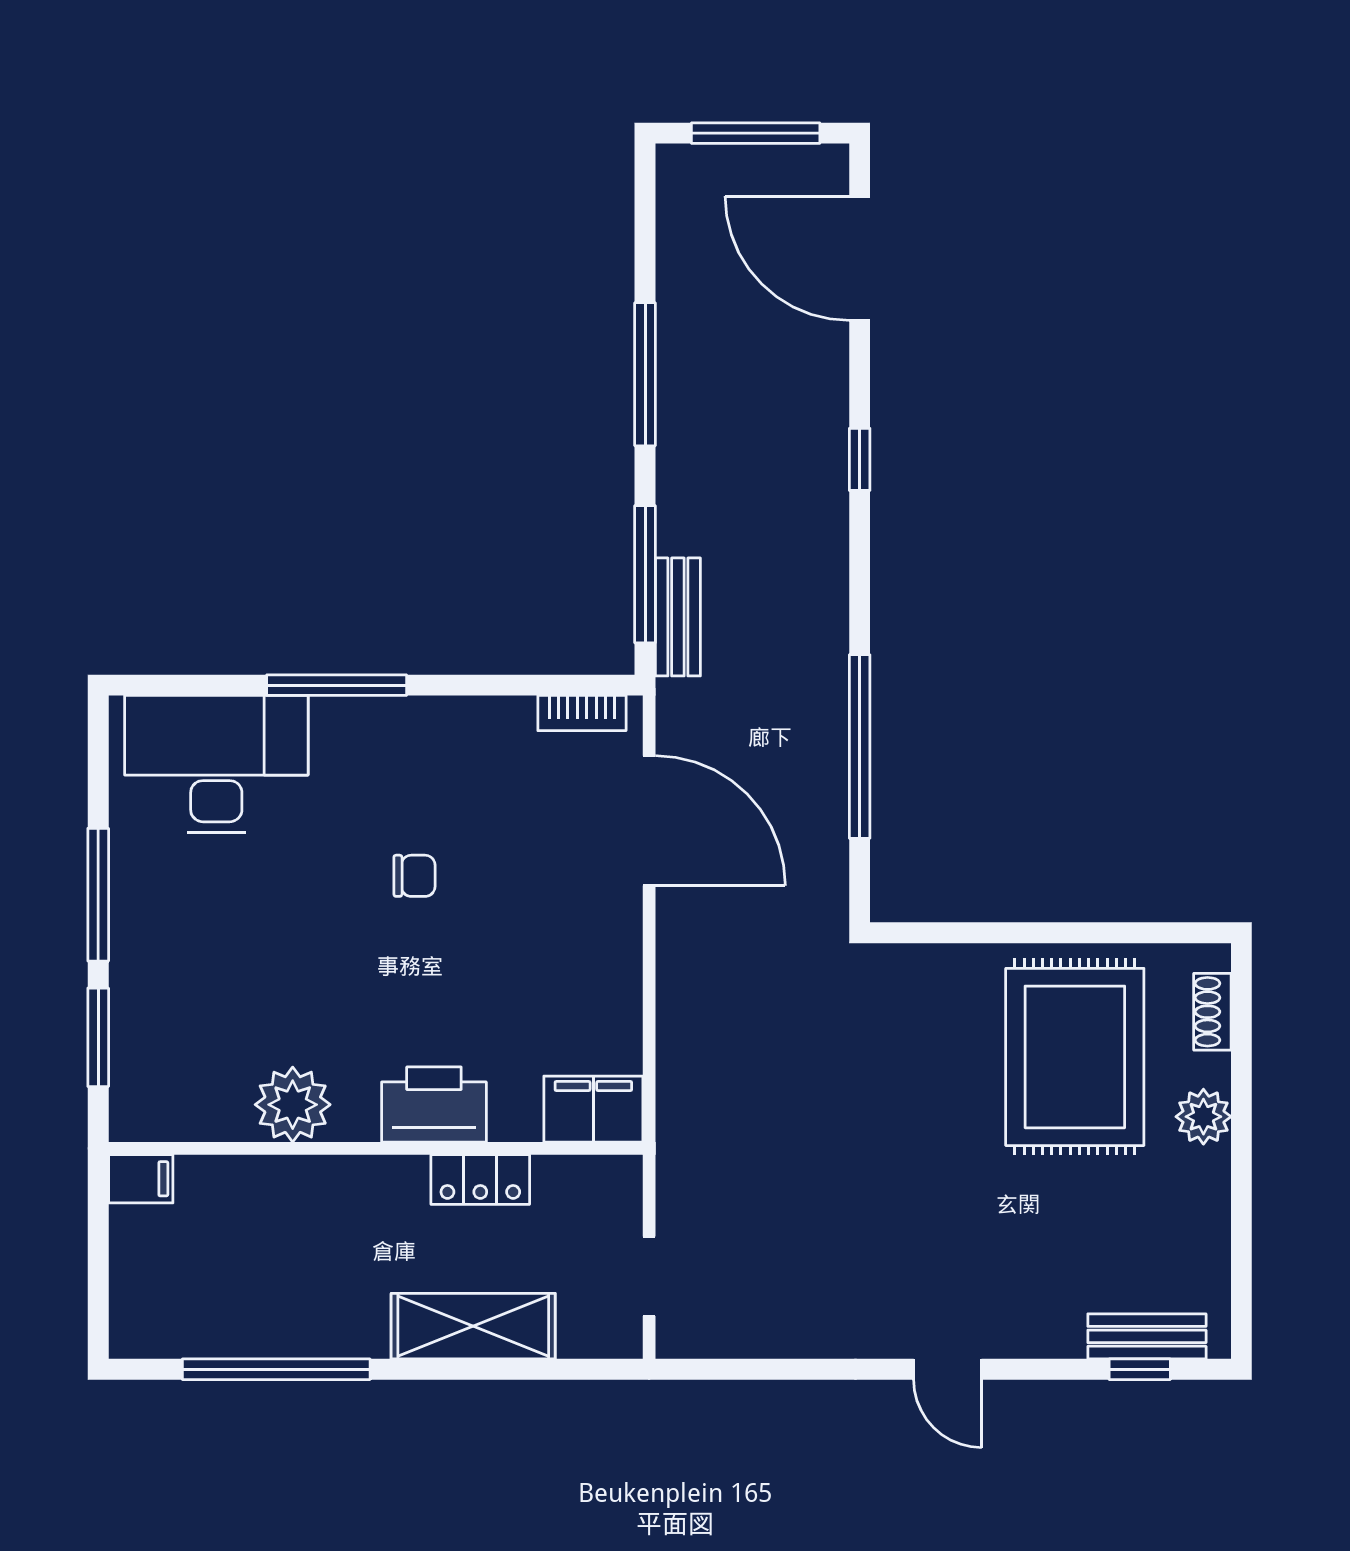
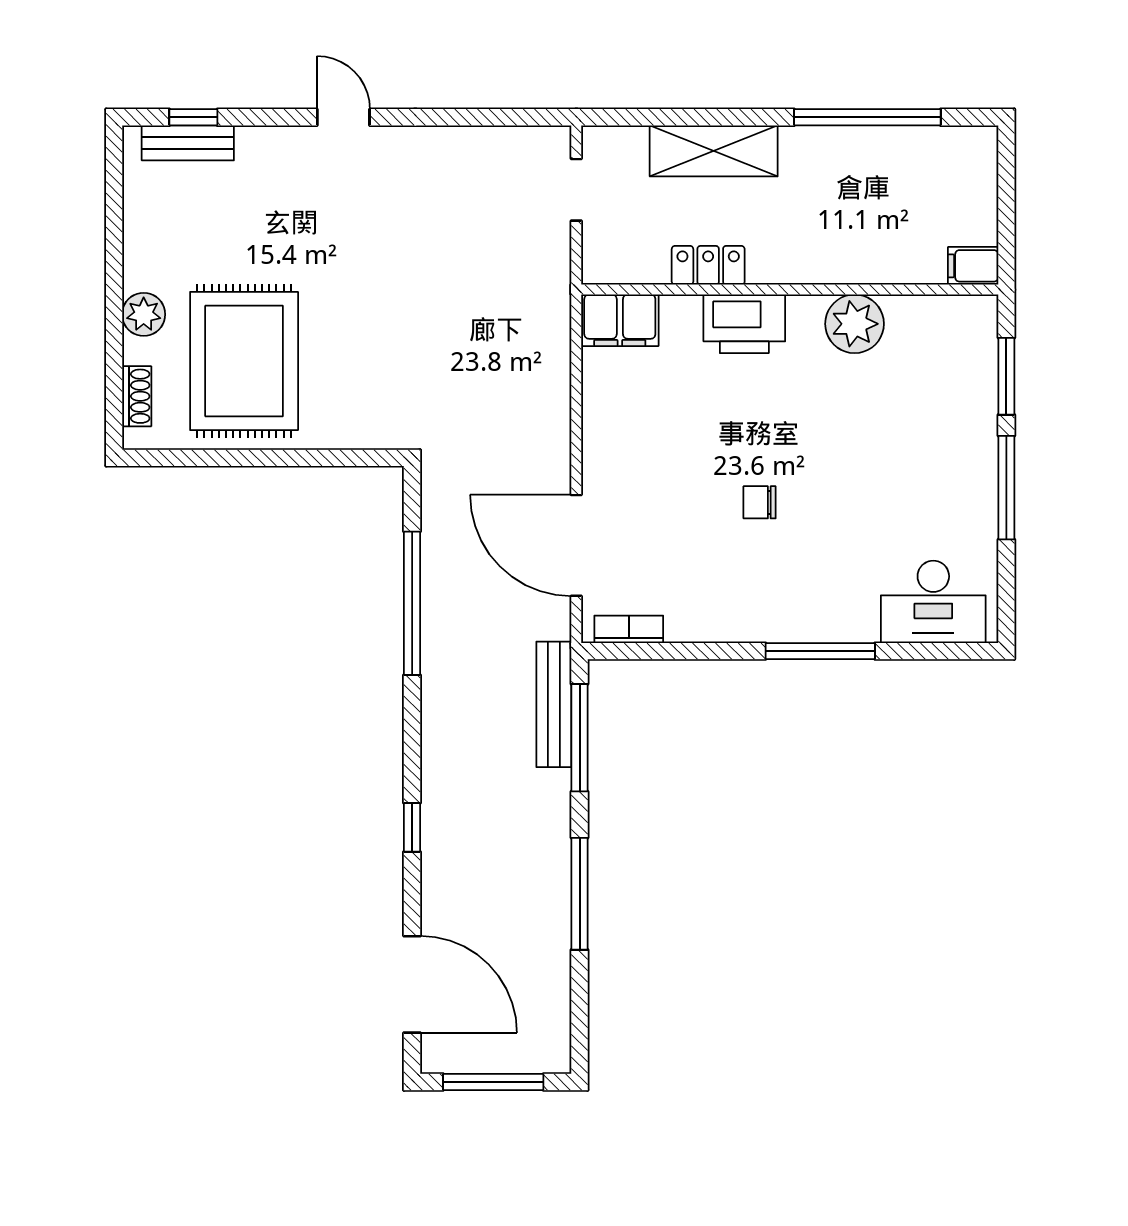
bench: (678, 617) -> (554, 704), width x1.36
desk: (216, 764) -> (933, 602), width x0.73, depth x0.77

